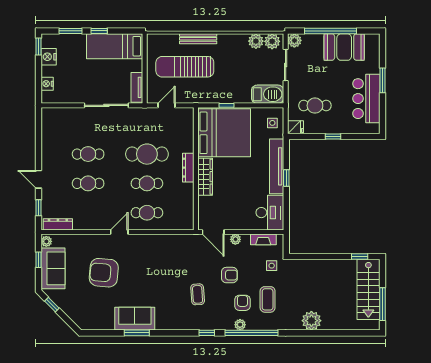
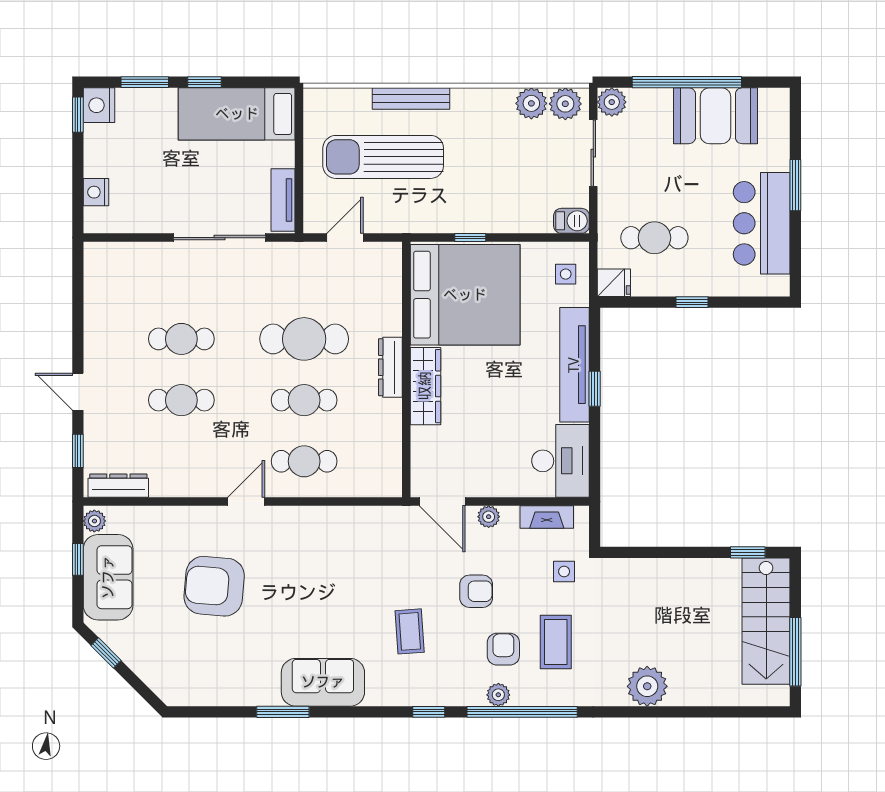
nightstand: (49, 57) -> (99, 105), moved
barbecue: (268, 94) -> (571, 221), width x0.53, depth x0.65
sofa: (135, 319) -> (323, 682), moved

